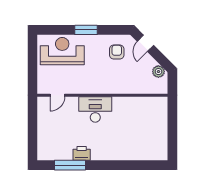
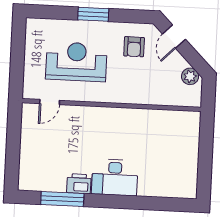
reception desk: (62, 51) -> (76, 62), moved
armchair: (117, 52) -> (134, 47), turned 180
desk: (95, 109) -> (115, 177), moved, turned 180

